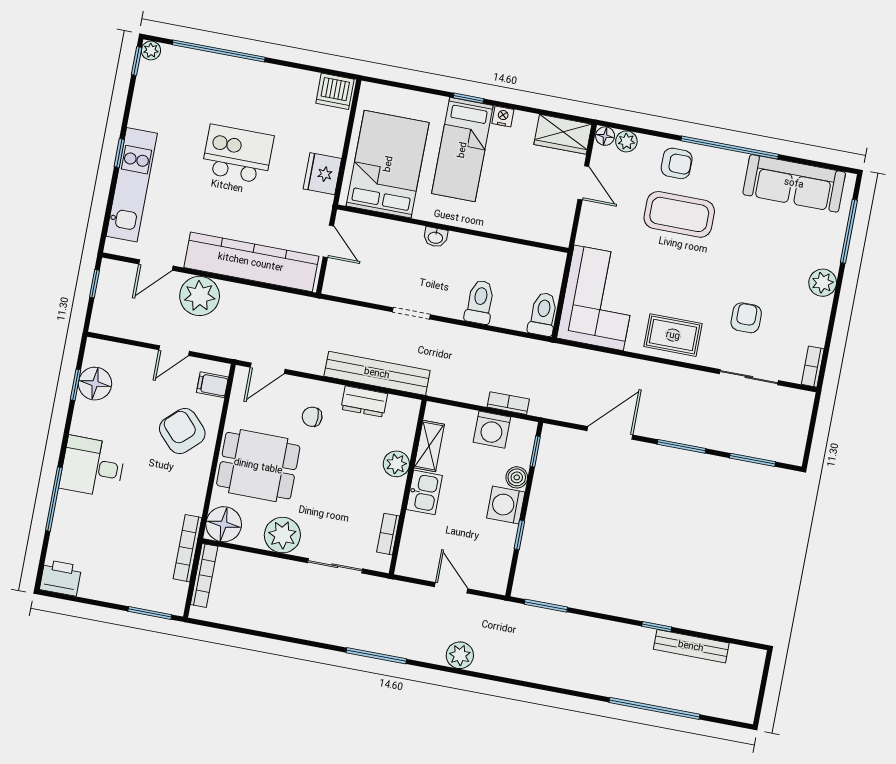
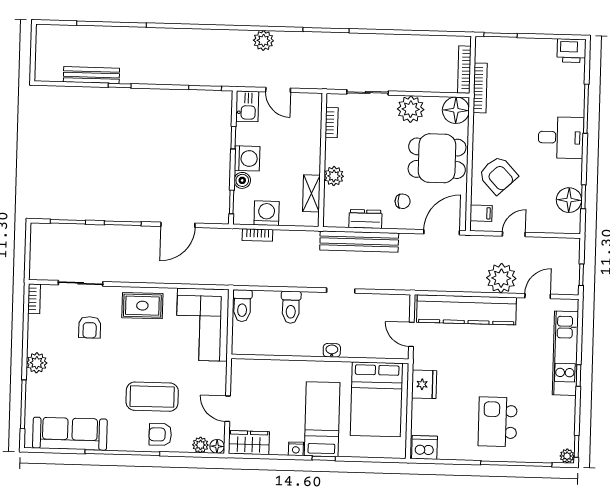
kitchen island: (238, 154) -> (498, 422), moved, turned 90
door: (268, 368) -> (442, 232), width x1.38
kitchen sink: (424, 492) -> (247, 106), moved, turned 180

